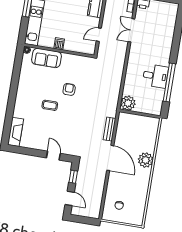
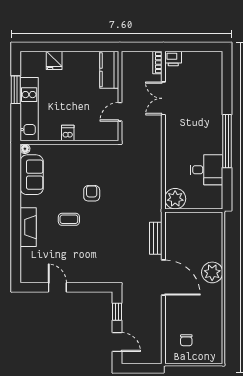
sofa: (47, 58) -> (32, 175), moved, turned -90
desk: (155, 76) -> (206, 170), moved
window: (169, 82) -> (227, 141), moved
fireplace: (16, 132) -> (28, 227), moved
door: (53, 156) -> (57, 287), moved

